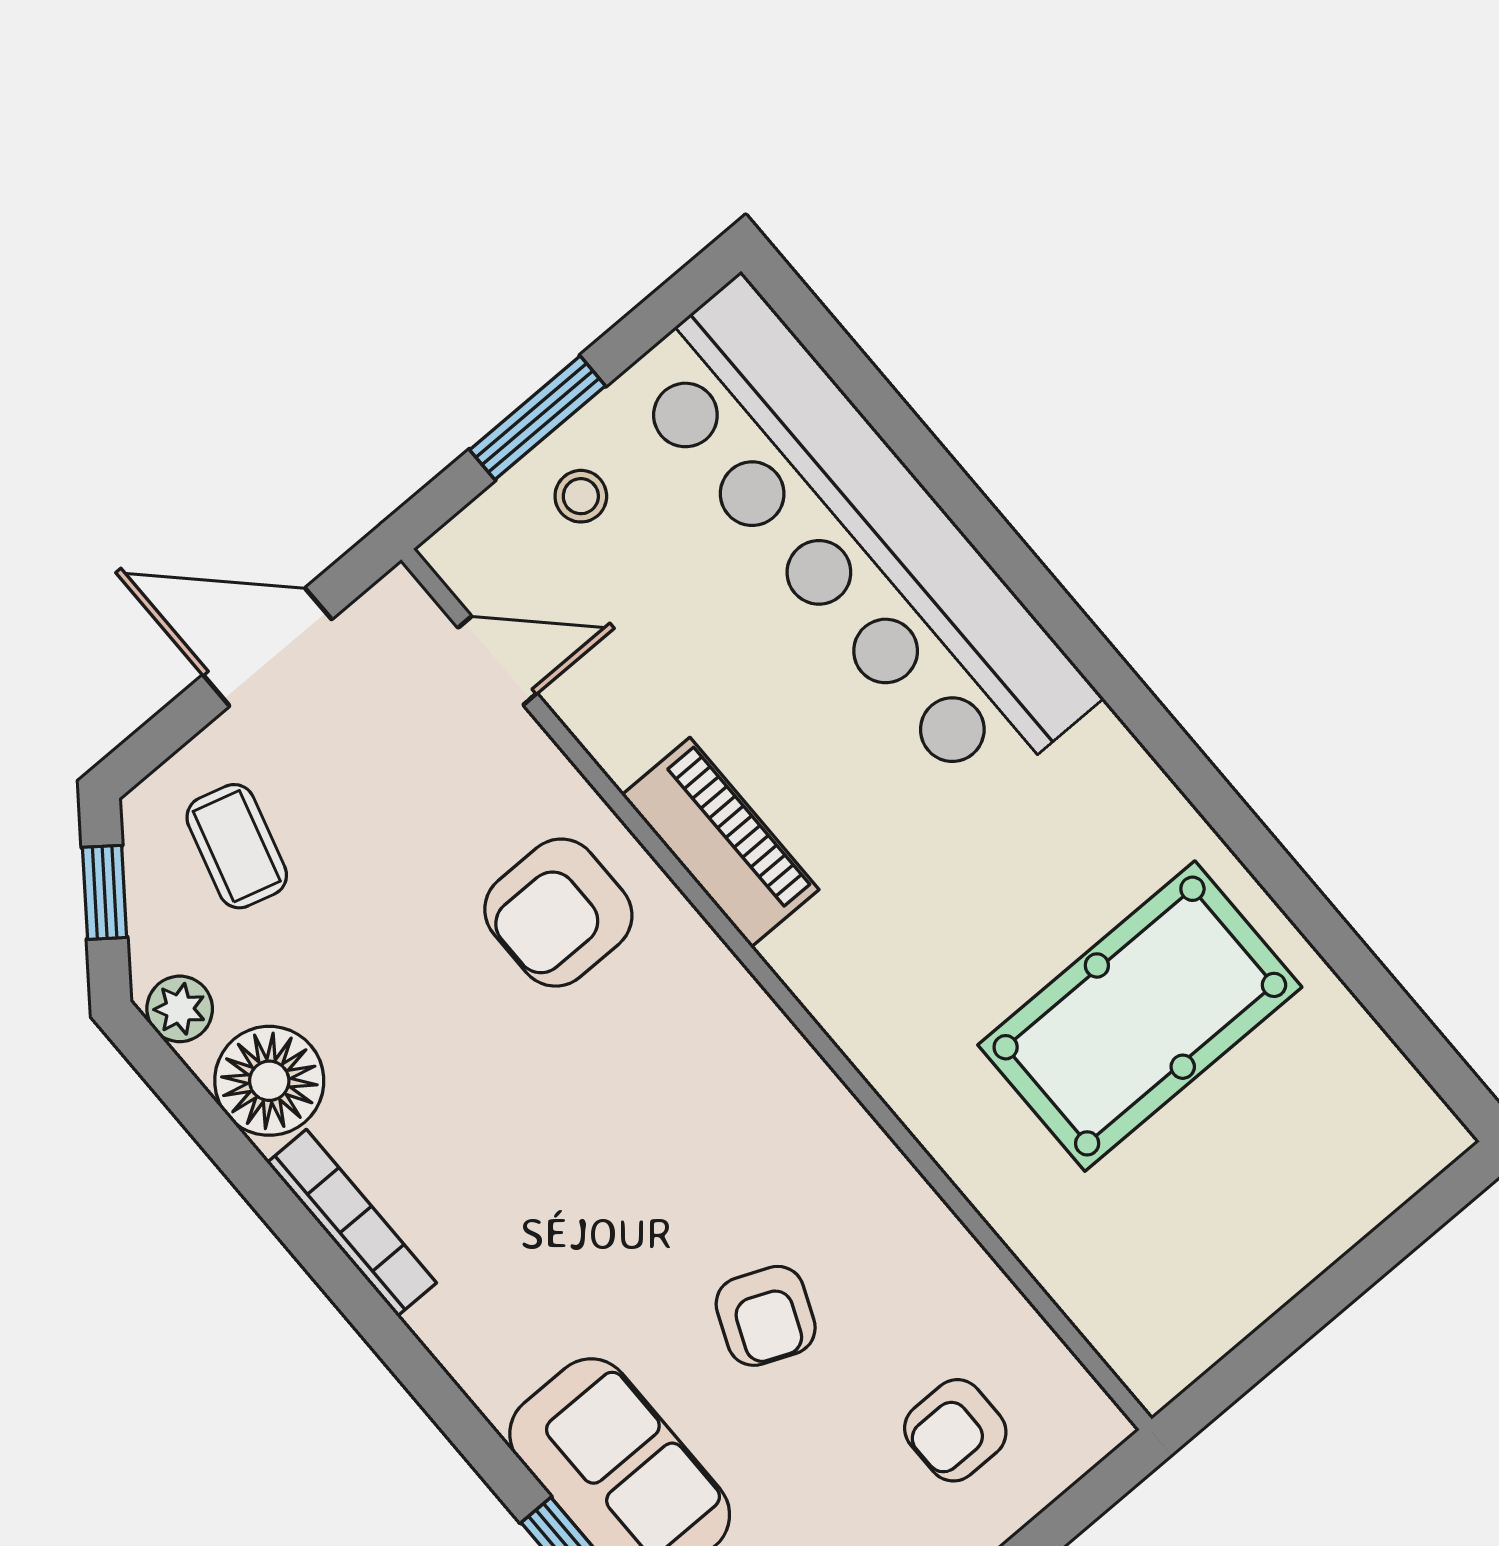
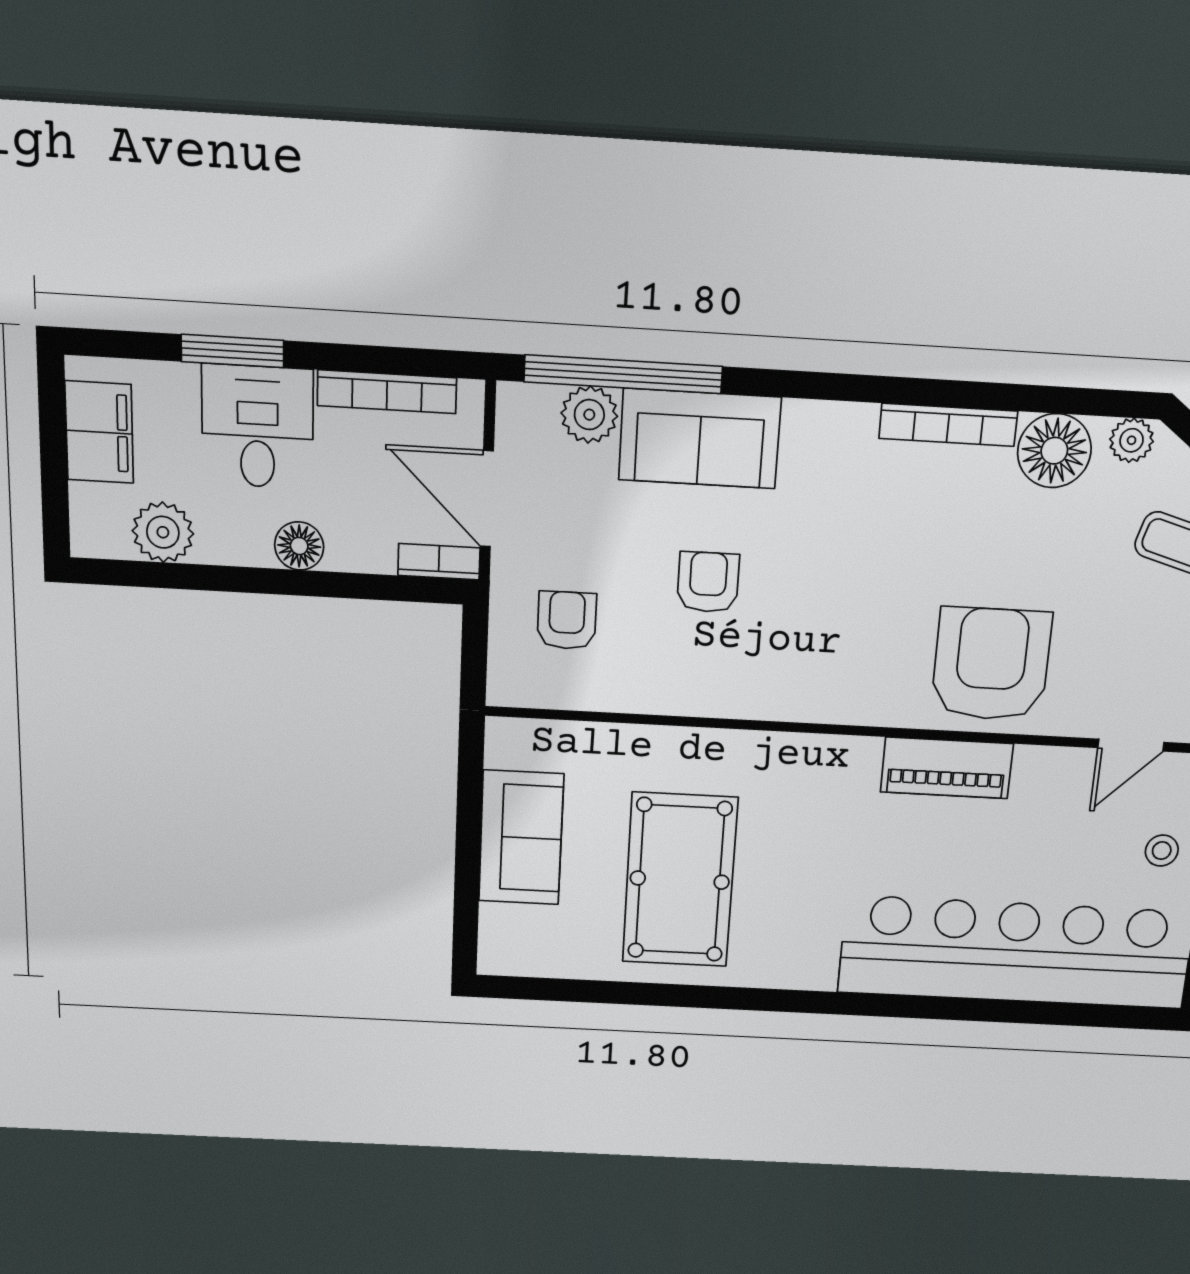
armchair: (558, 913) -> (991, 664), width x1.36, depth x1.36
sofa: (1260, 1246) -> (521, 838), added
armchair: (766, 1316) -> (708, 582), turned 67

